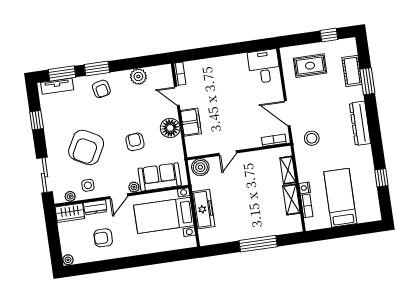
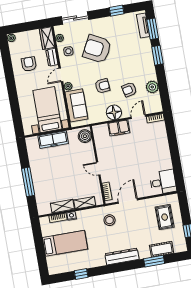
armchair: (101, 89) -> (129, 90), moved
door: (228, 153) -> (98, 169), moved
door: (119, 196) -> (61, 75), hinge flipped

